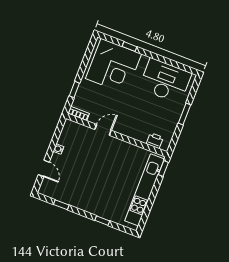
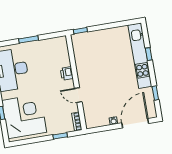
printer: (155, 141) -> (67, 73), moved
door: (44, 168) -> (135, 123), width x1.88
kitchen unit: (145, 190) -> (140, 56), moved, turned 90

